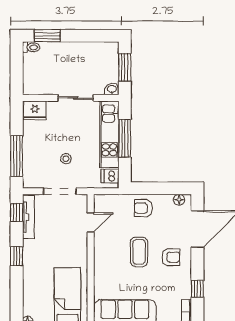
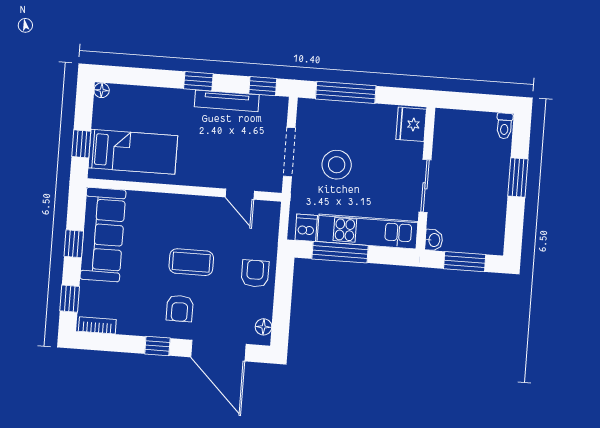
window: (47, 36) -> (518, 178), moved
window: (125, 138) -> (340, 252), moved
stool: (66, 159) -> (337, 165), width x1.89, depth x1.89
tv unit: (28, 217) -> (227, 101), moved
window: (197, 289) -> (157, 346), moved

